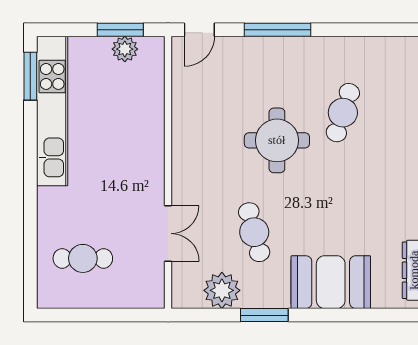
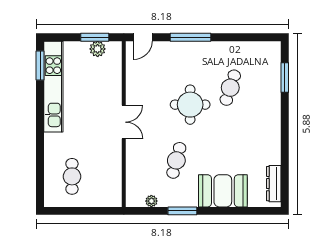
cafe table: (254, 232) -> (176, 160), turned 30
double door: (168, 233) -> (124, 122), moved
cafe table: (83, 258) -> (72, 176), turned 90
plant: (222, 290) -> (151, 201), width x0.53, depth x0.53

